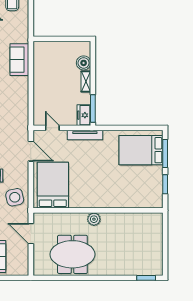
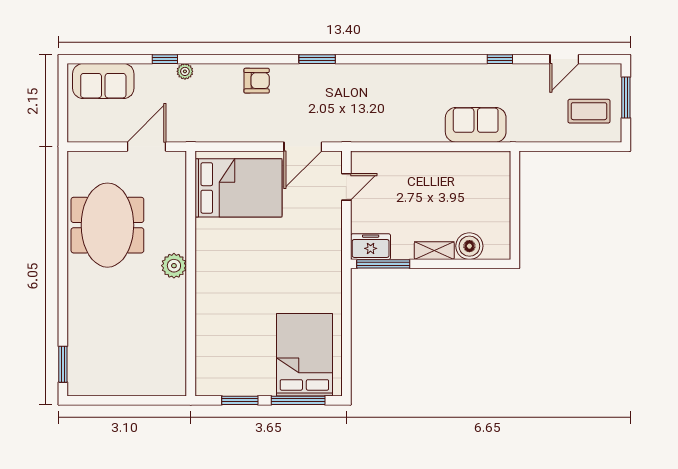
tv unit: (85, 135) -> (333, 249), removed
side table: (15, 197) -> (215, 116), removed

